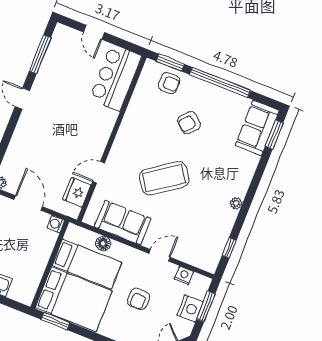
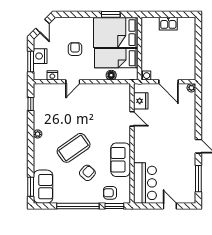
door: (98, 172) -> (132, 119), hinge flipped
coffee table: (164, 178) -> (74, 148), moved
sofa: (123, 223) -> (121, 160), moved, turned 90
window: (55, 321) -> (111, 14), moved

